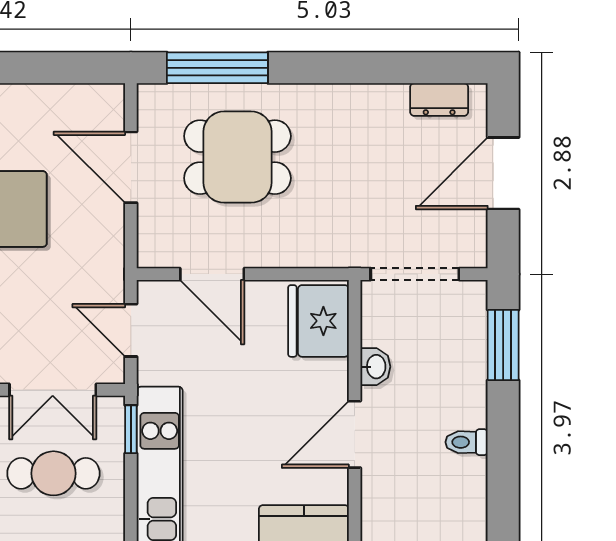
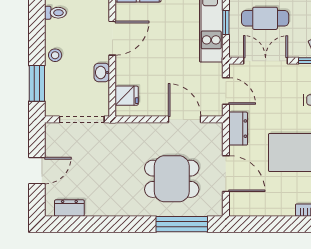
door: (503, 173) -> (37, 171), width x0.73
dresser: (107, 256) -> (238, 129), added
fridge: (318, 321) -> (127, 96), width x0.53, depth x0.75
stool: (467, 401) -> (55, 55), added
window: (131, 429) -> (226, 23), moved
toilet: (467, 442) -> (55, 13), moved

